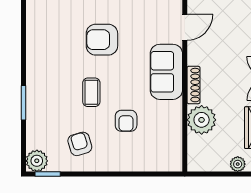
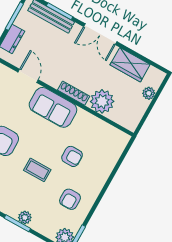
plant: (34, 107) -> (25, 218), added
armchair: (80, 144) -> (70, 199), turned -73

